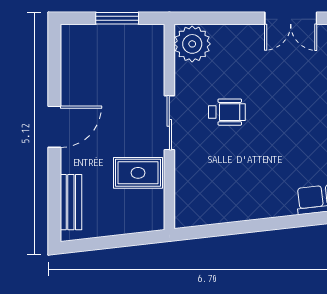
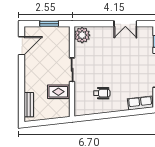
wheelchair: (227, 112) -> (102, 93), moved
door: (54, 127) -> (22, 46), moved

